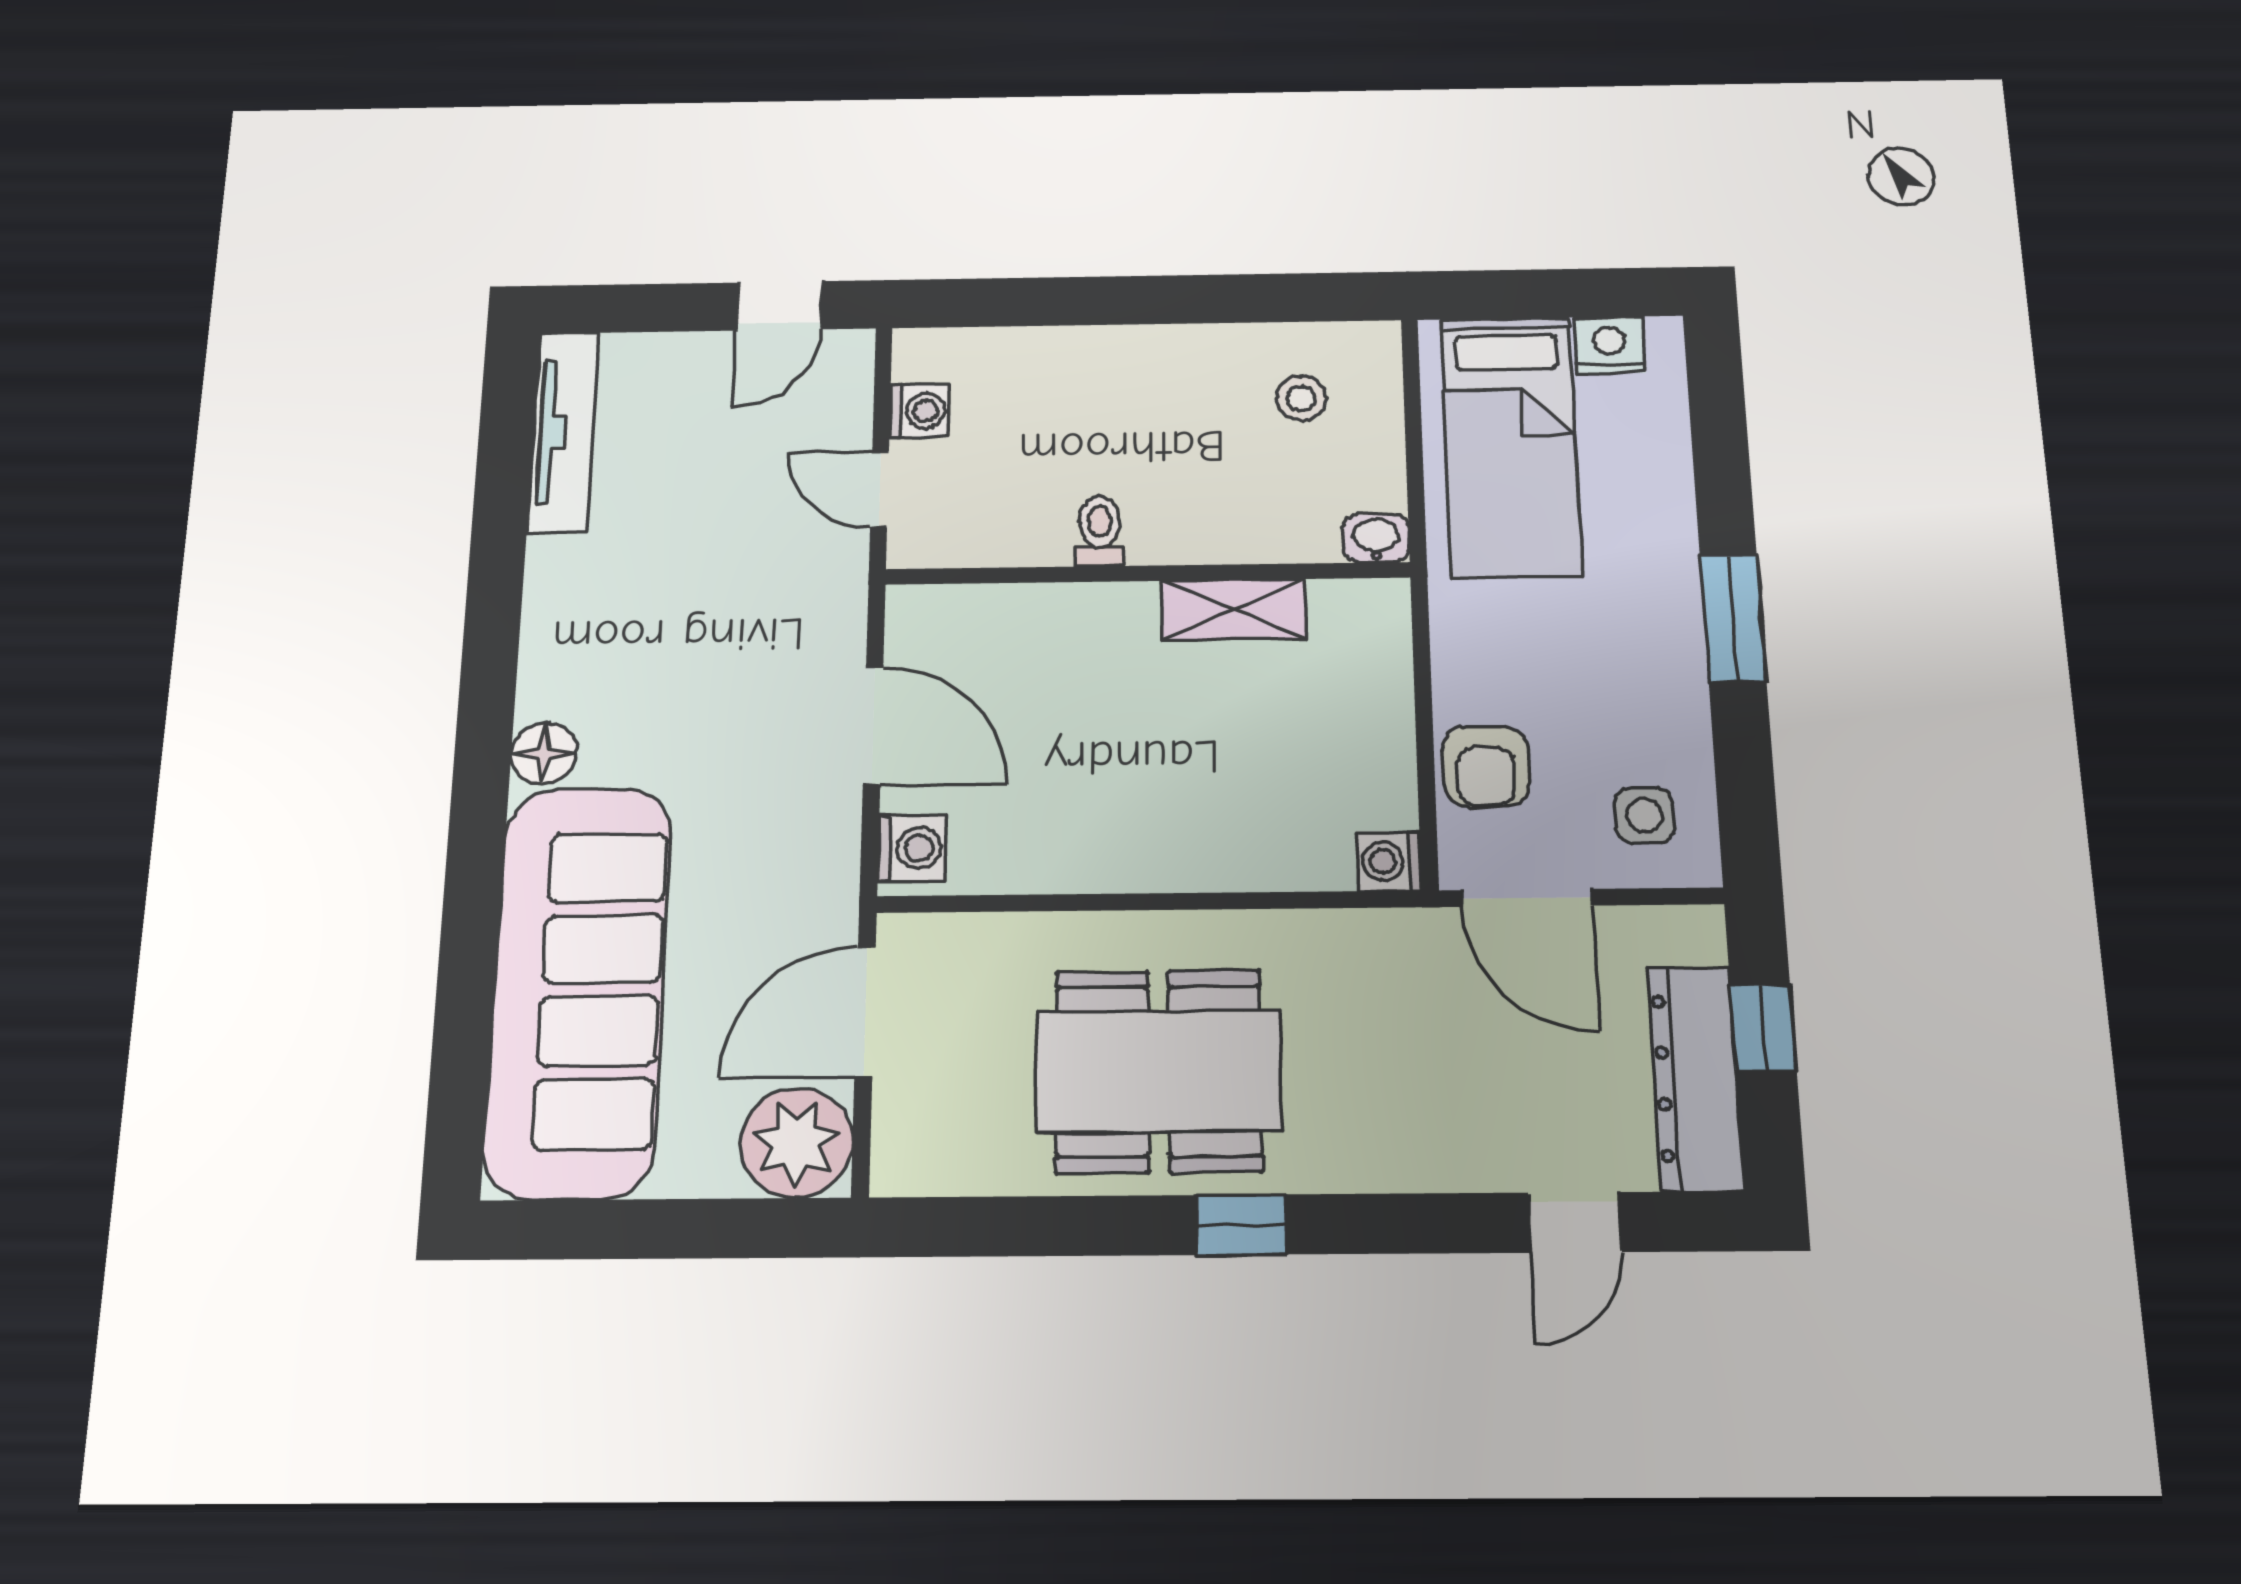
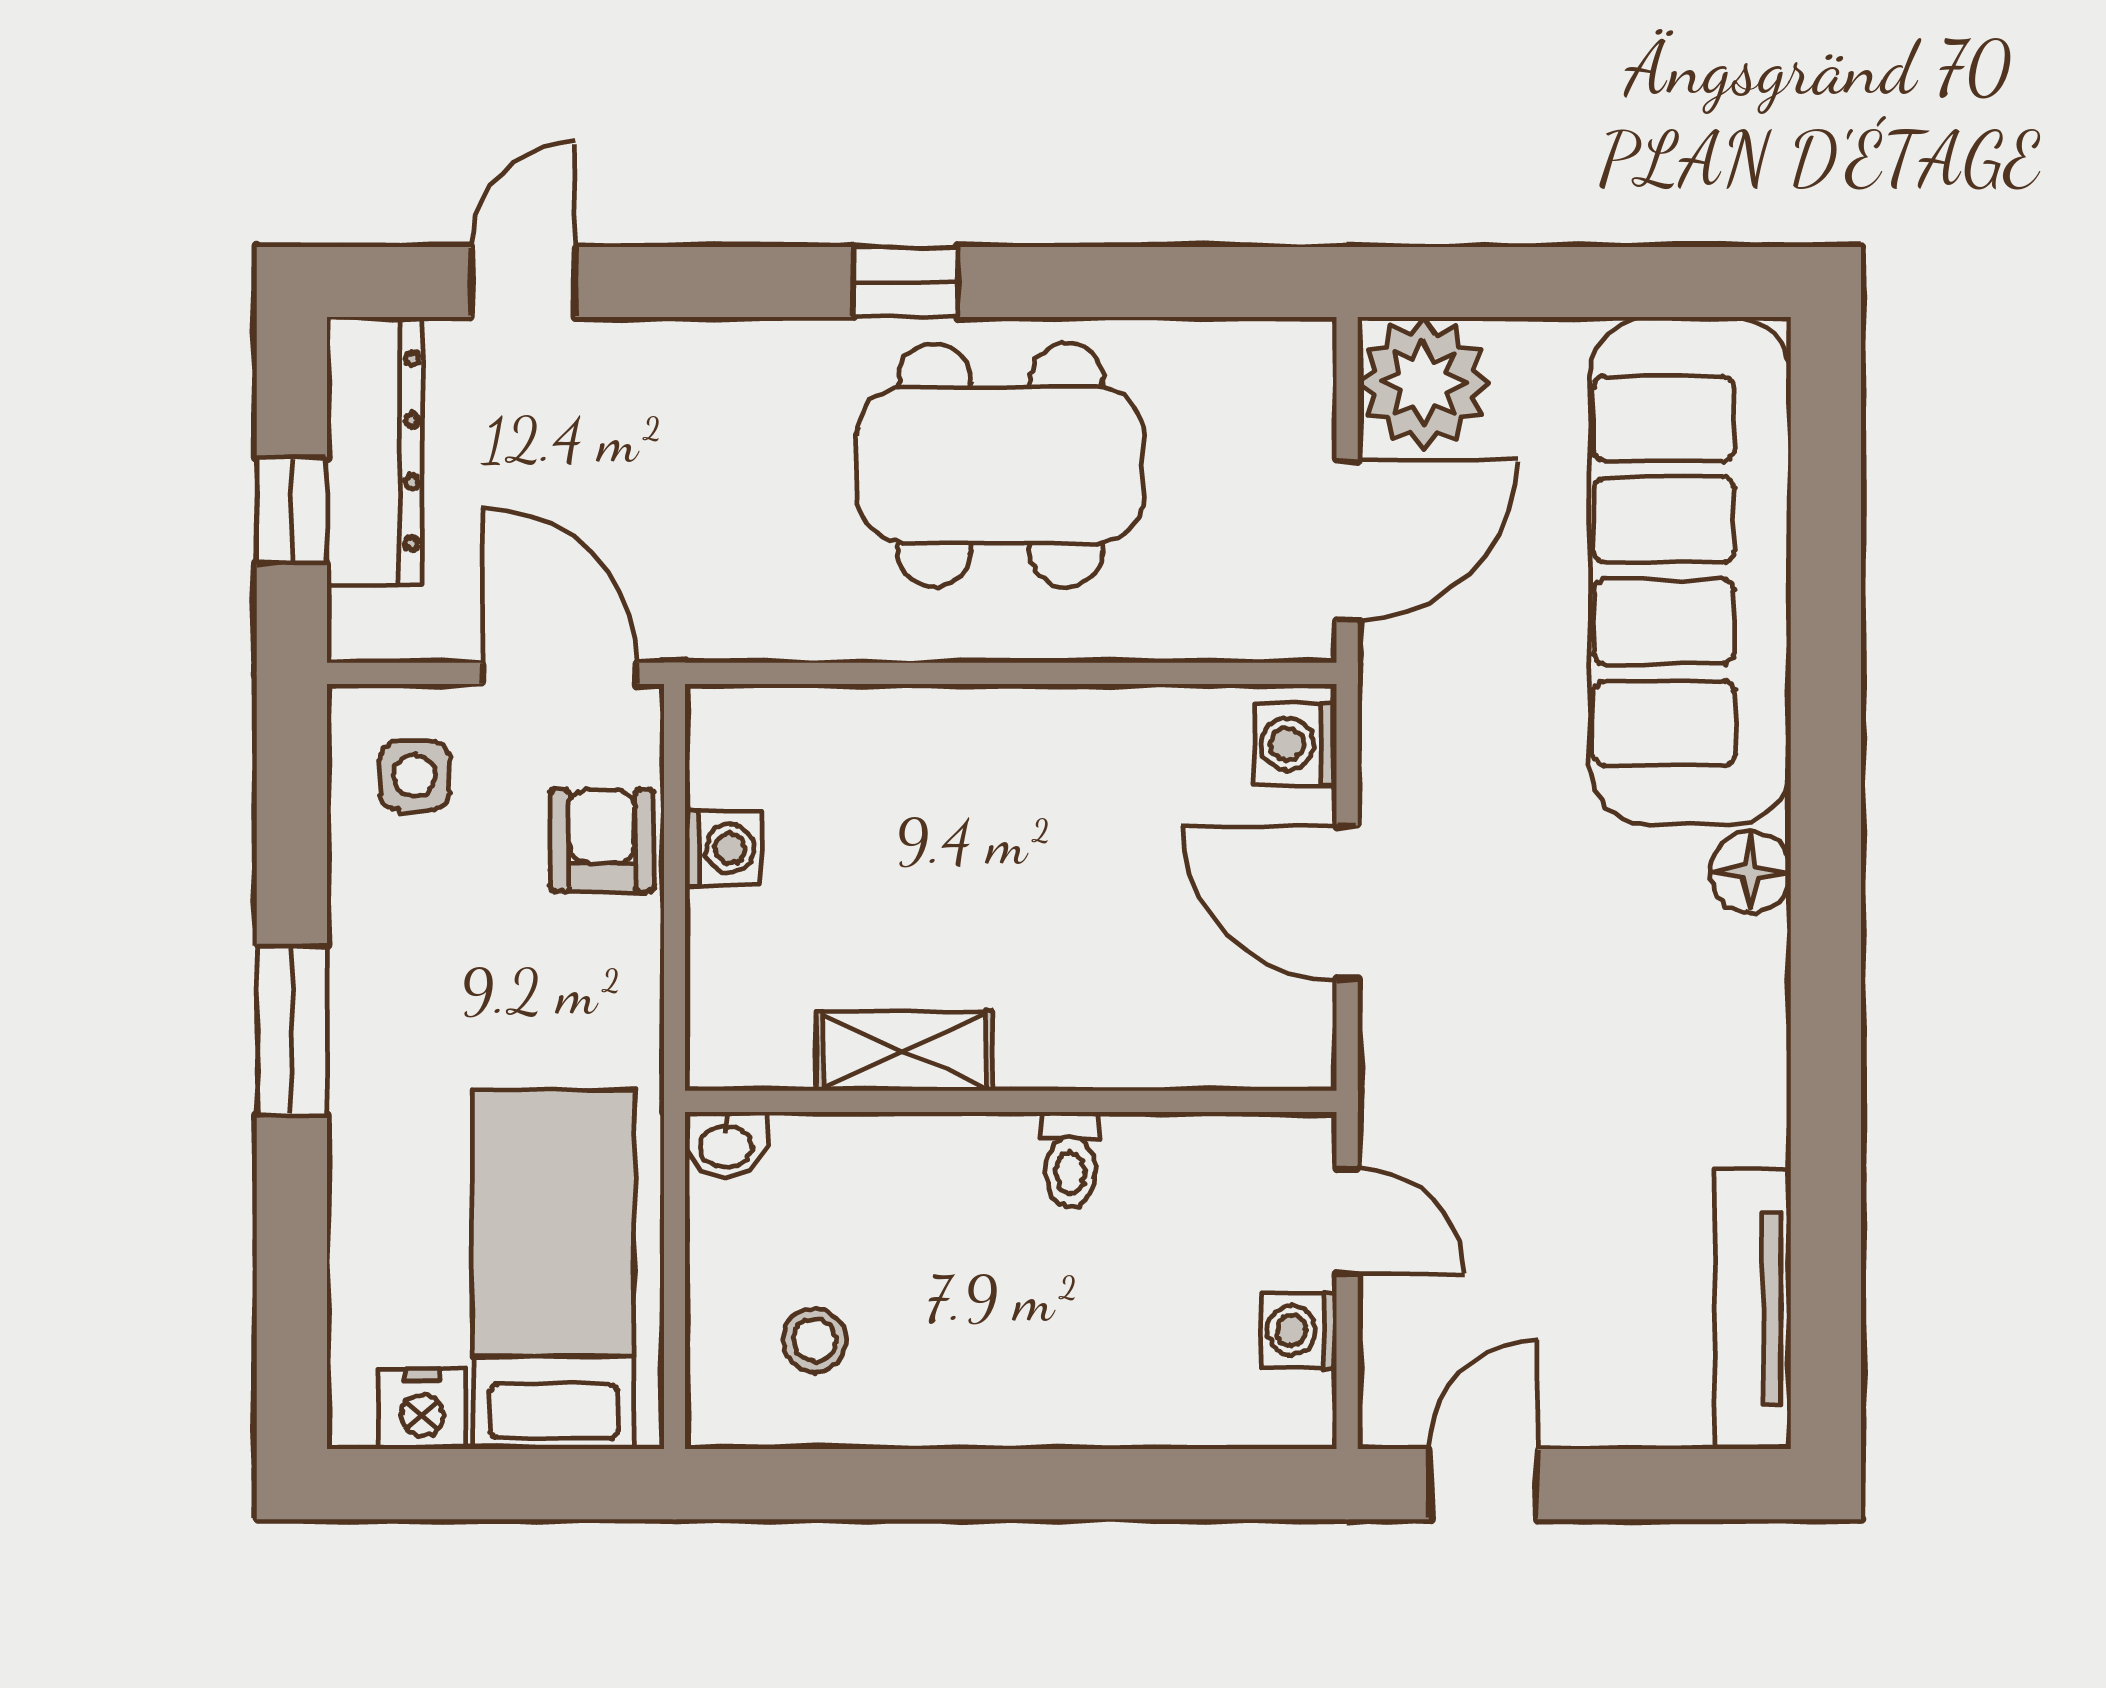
washing machine: (1389, 861) -> (722, 848), moved

